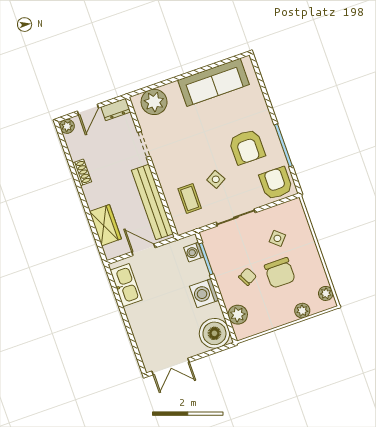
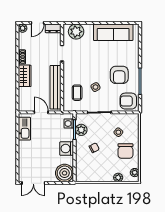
armchair: (276, 183) -> (128, 101), turned -90
wardrobe: (105, 225) -> (25, 76), moved
chair: (280, 273) -> (125, 151), moved
plant: (238, 315) -> (81, 130), moved

